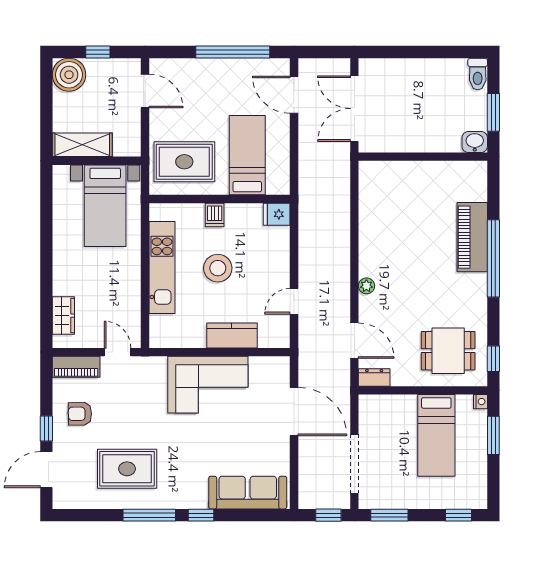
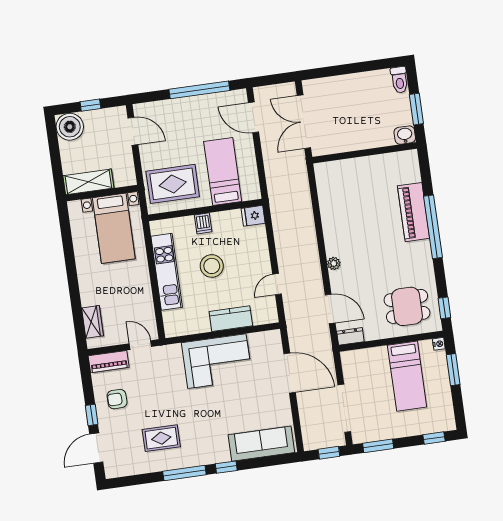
rug: (127, 469) -> (161, 438), width x0.73, depth x0.70

